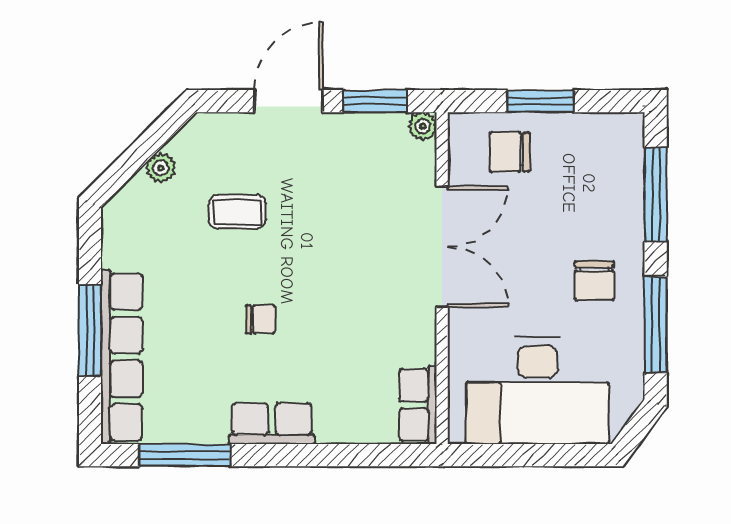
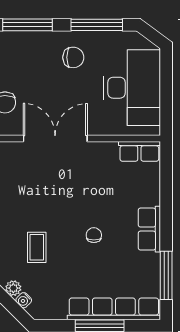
water cooler: (138, 187) -> (24, 300), added

